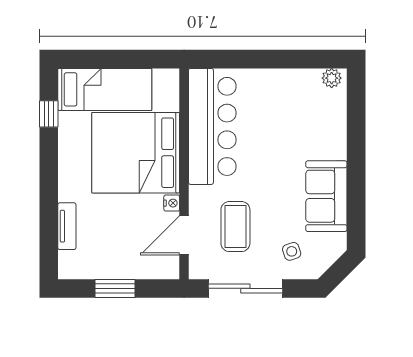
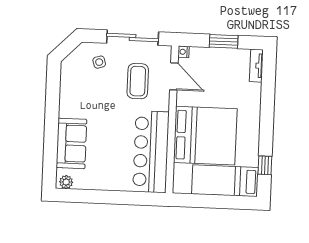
sofa: (326, 196) -> (71, 143), moved
nightstand: (172, 203) -> (184, 52), moved
tv unit: (67, 226) -> (256, 66), moved
door: (184, 235) -> (174, 76), hinge flipped

